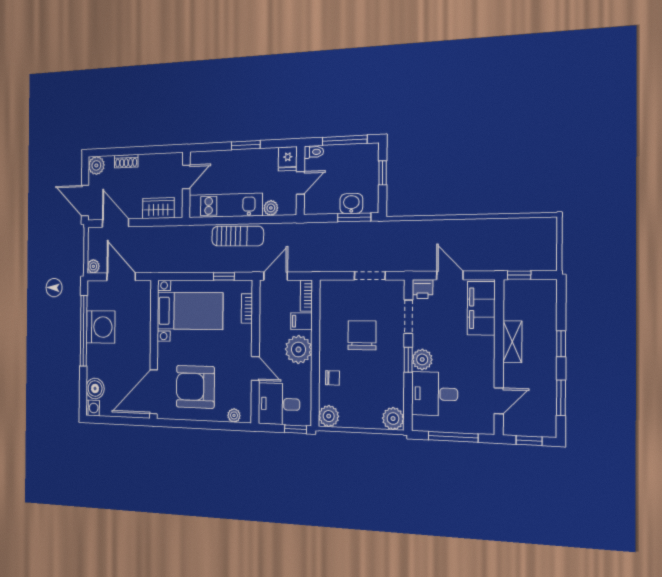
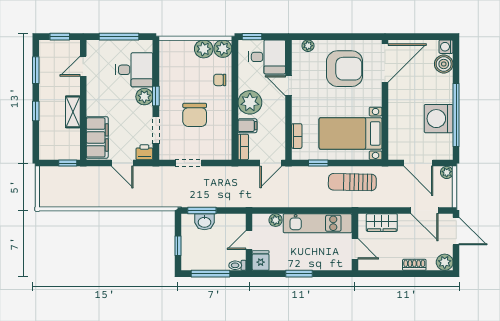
door: (186, 177) -> (355, 249), swing flipped
sun lounger: (238, 236) -> (352, 182), moved
plant: (393, 419) -> (204, 49), moved

